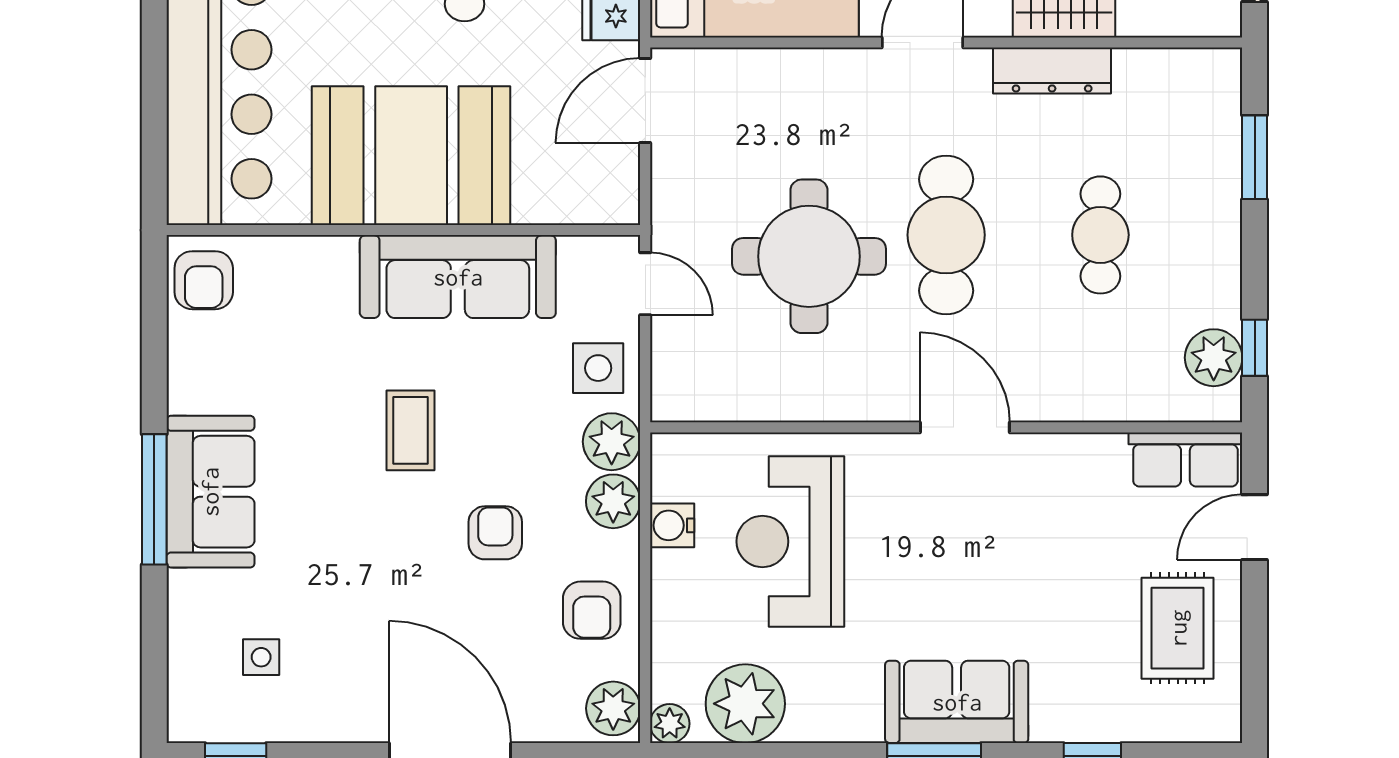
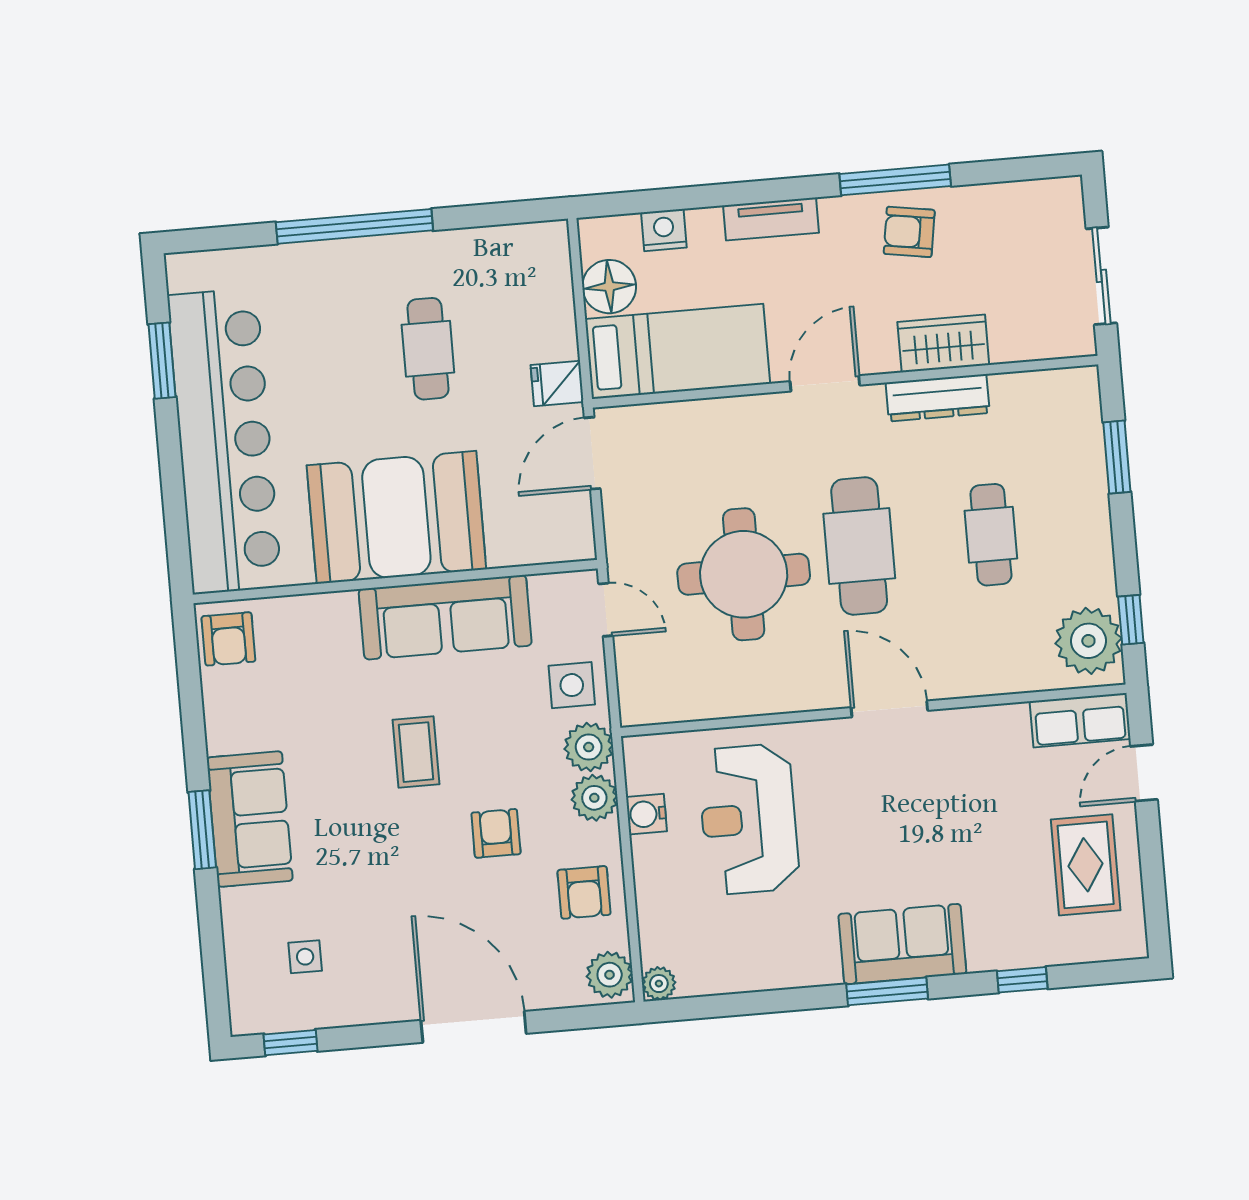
plant: (1214, 358) -> (1088, 641), width x1.36, depth x1.36
window: (154, 499) -> (202, 830), width x0.69
plant: (745, 704) -> (722, 961), removed

